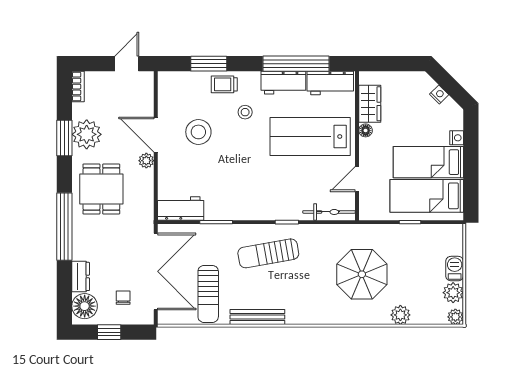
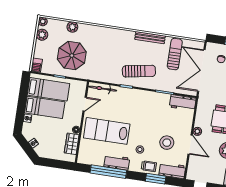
workbench: (330, 83) -> (172, 171), moved
lab bench: (310, 137) -> (107, 131), turned 180
barbecue: (455, 269) -> (37, 65), moved
parasol: (362, 274) -> (72, 56), moved

